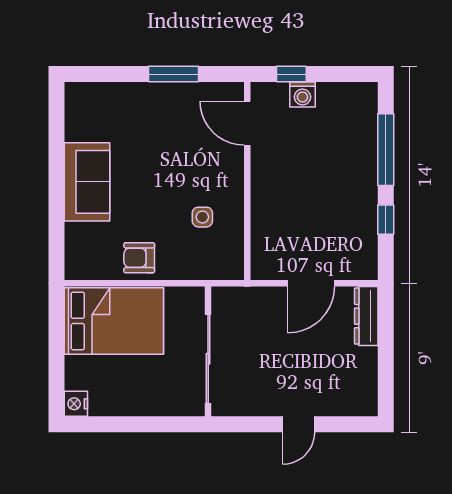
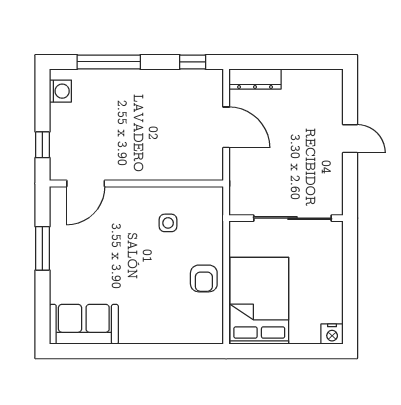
washing machine: (302, 94) -> (60, 91), moved
sofa: (87, 182) -> (84, 324), moved
window: (386, 220) -> (193, 62), moved

